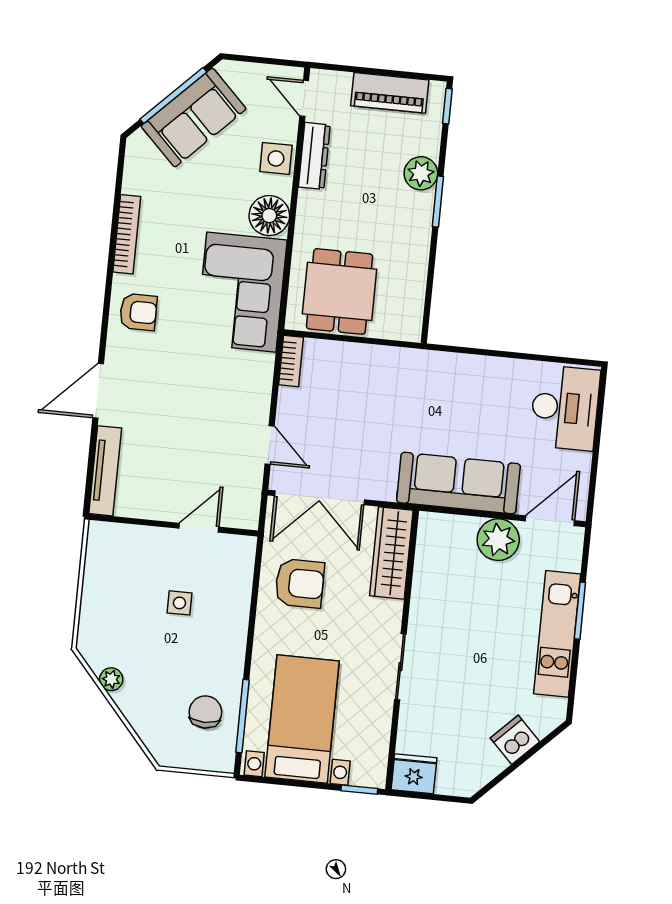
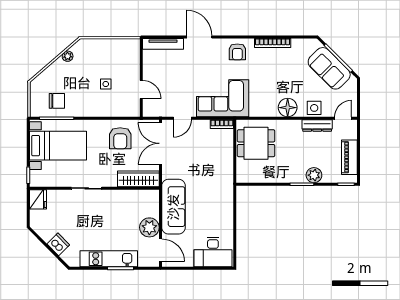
corner sofa: (241, 292) -> (223, 98), moved

